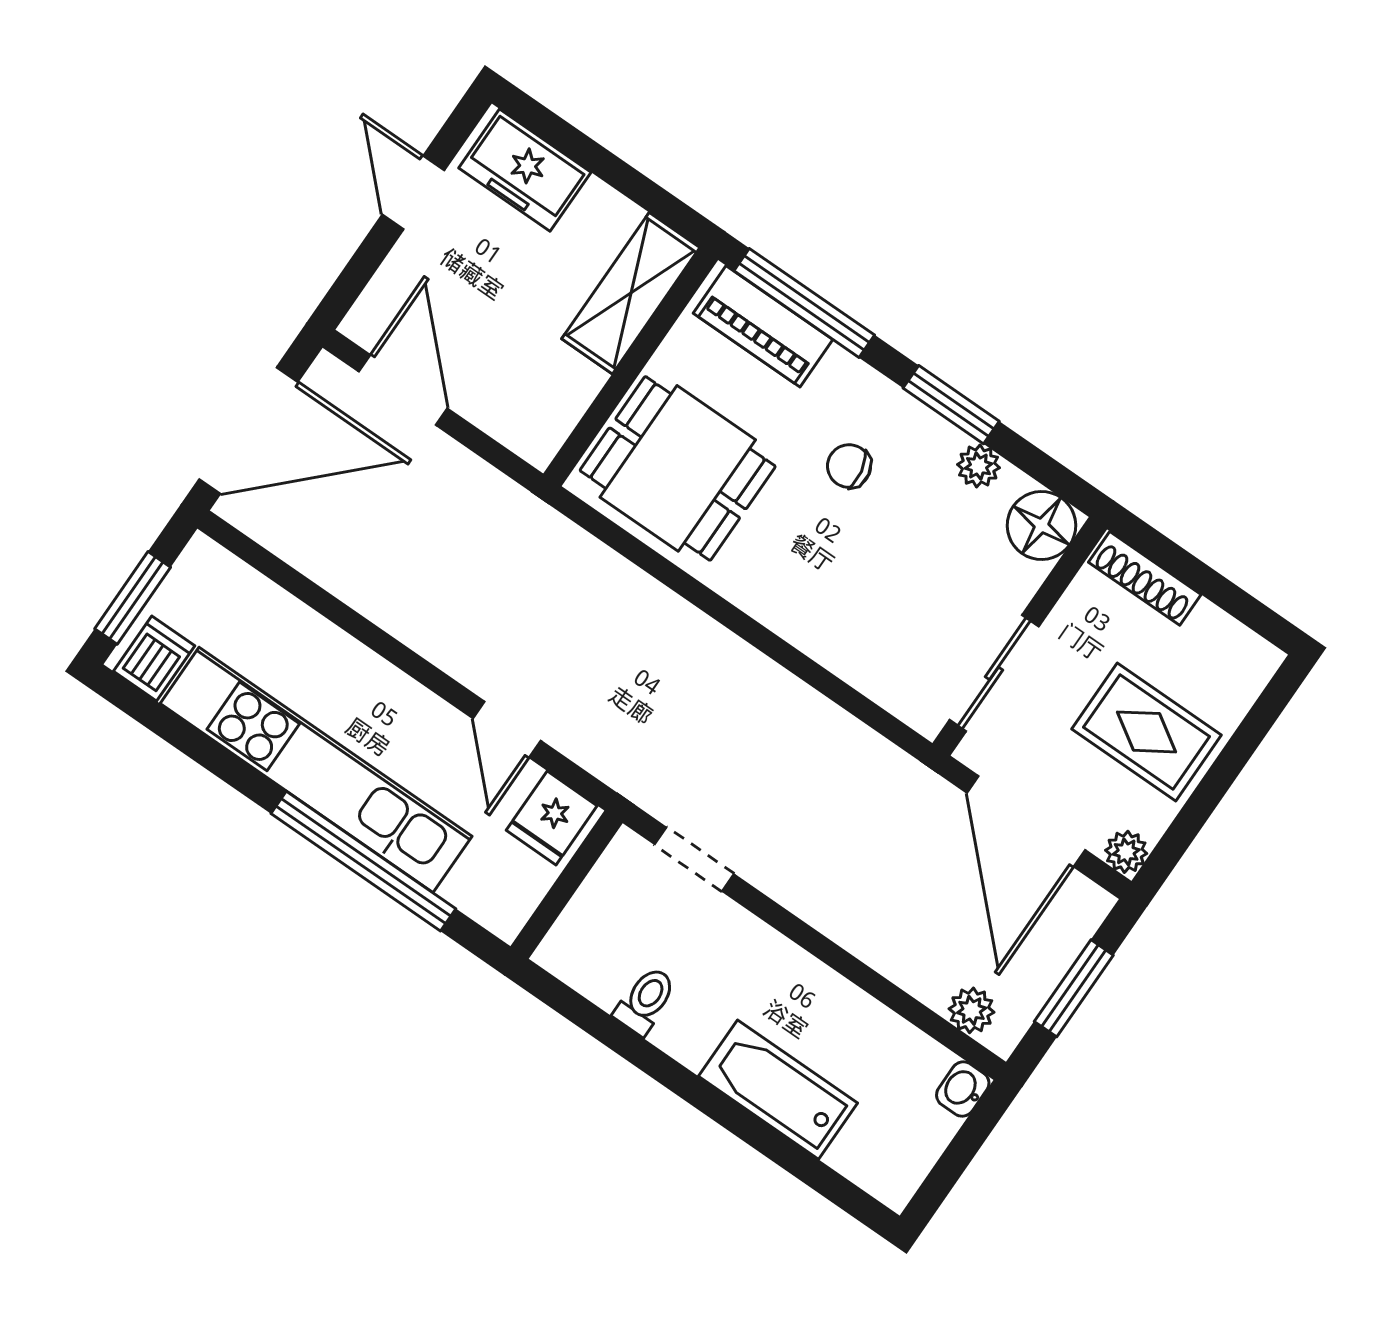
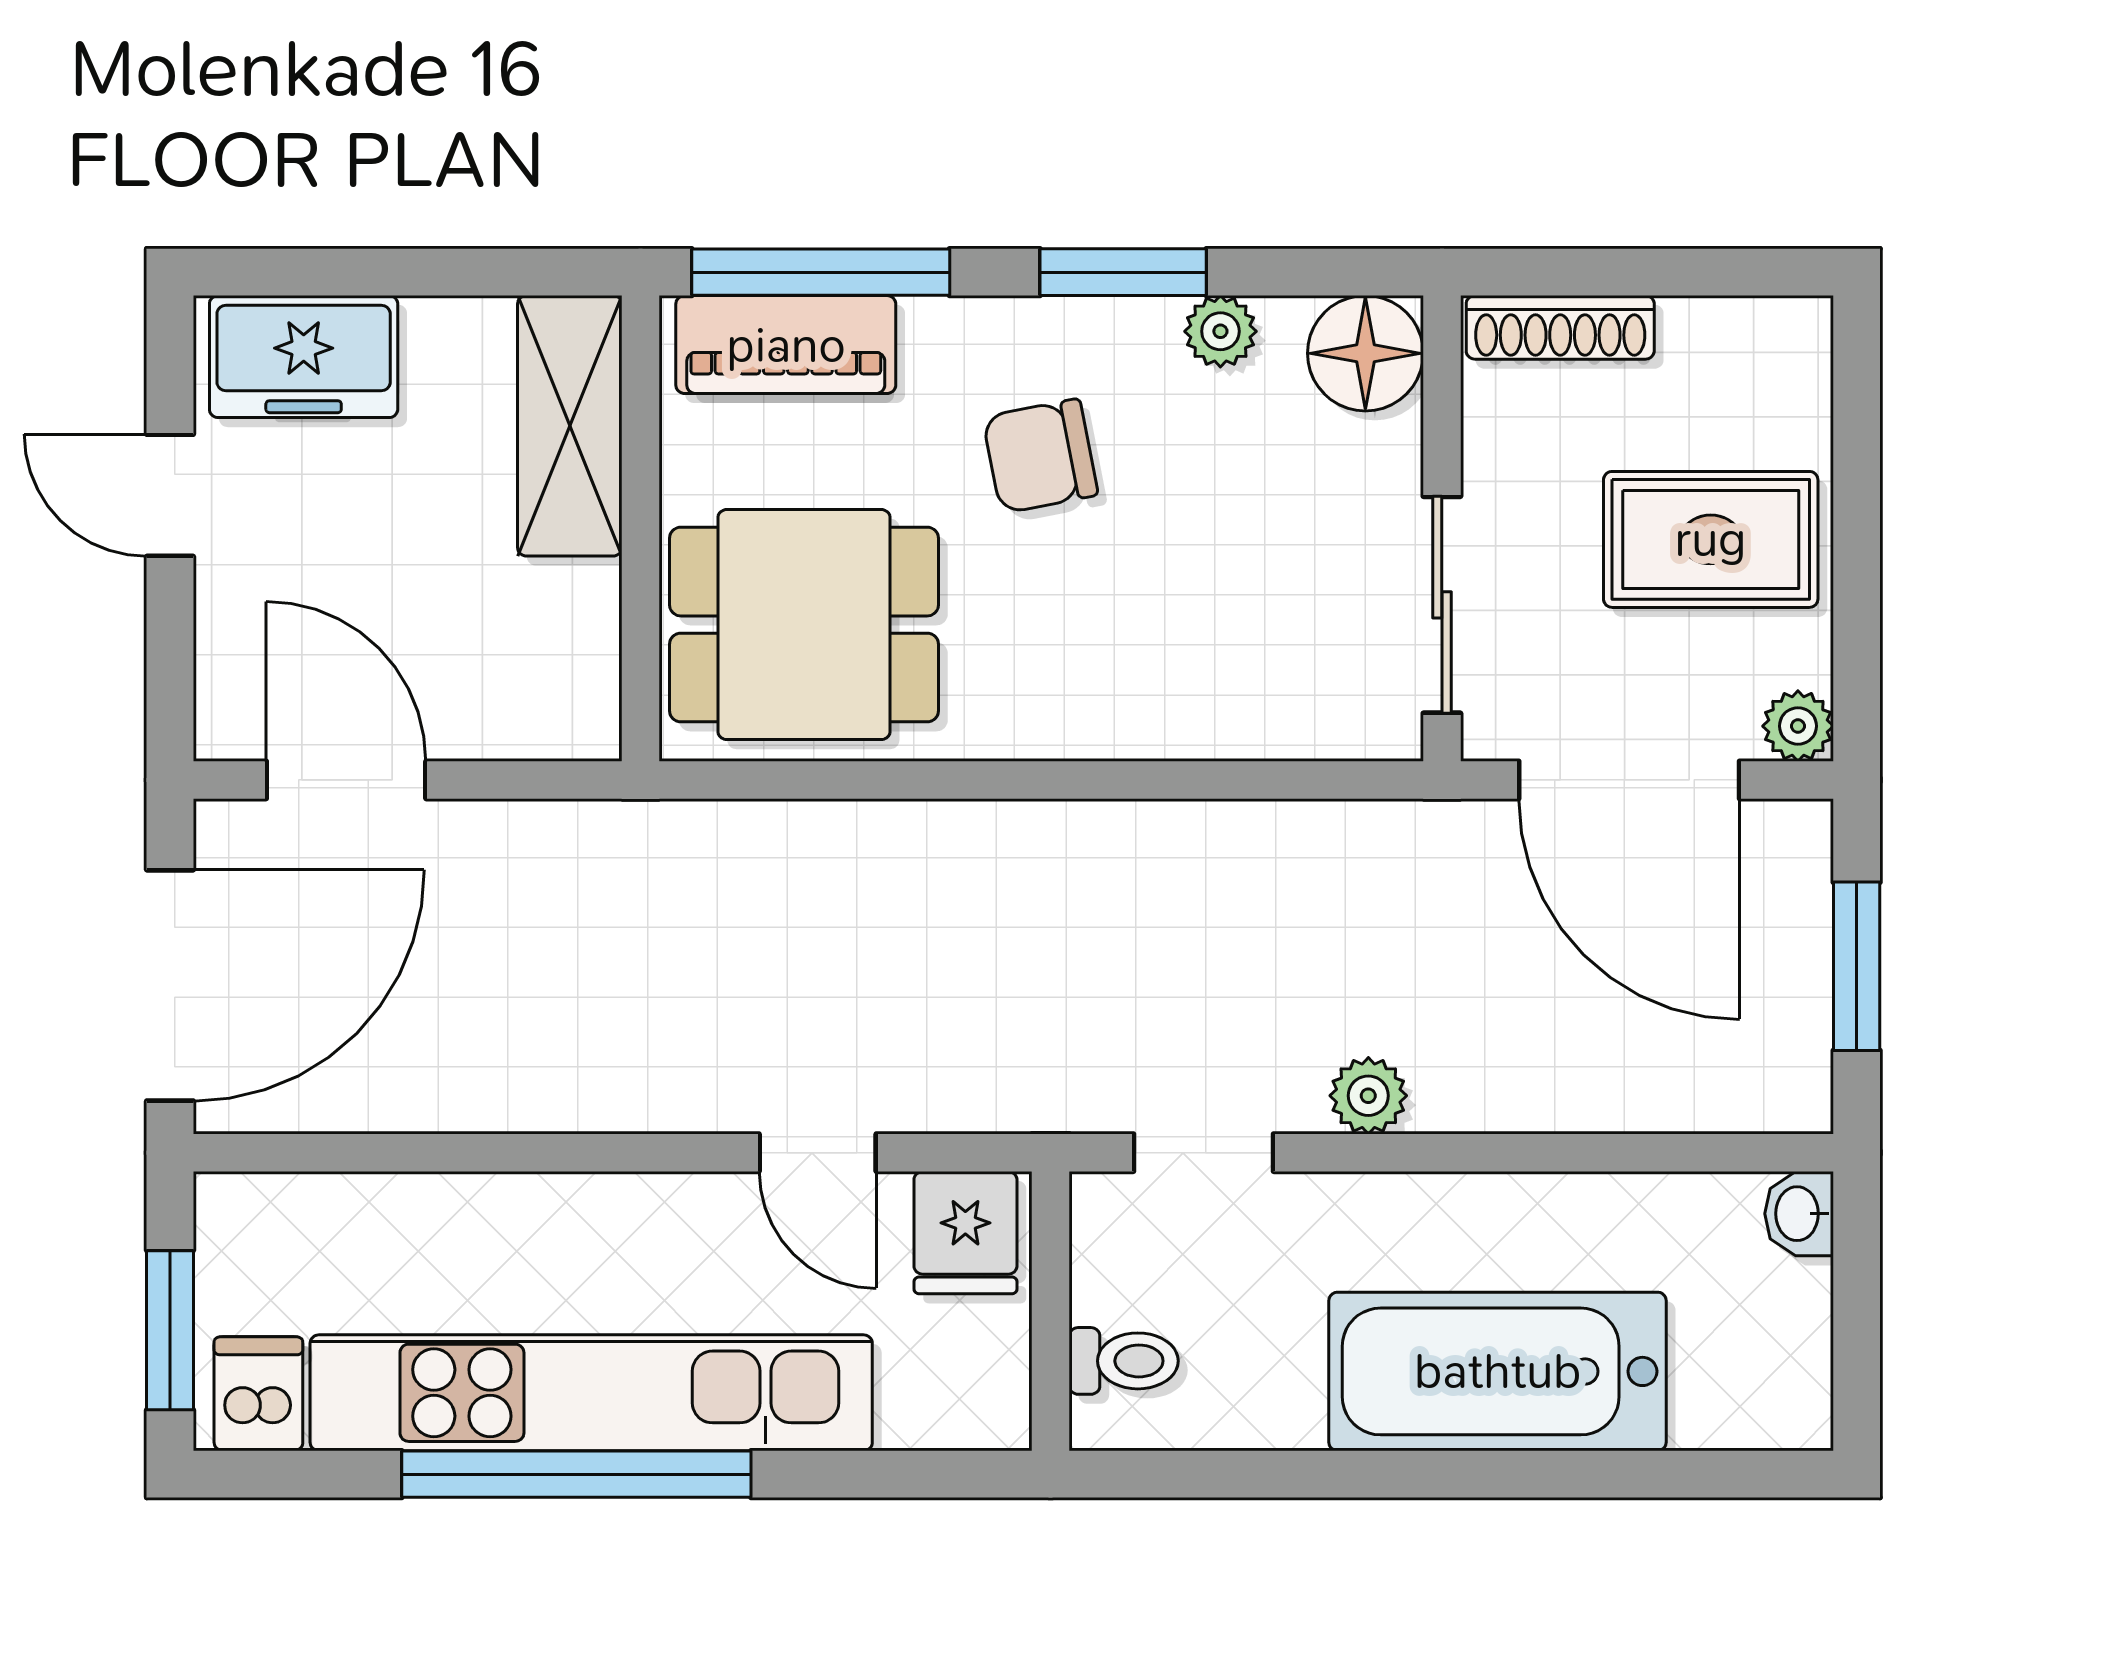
chair: (849, 466) -> (1040, 456), width x1.37, depth x1.37
window: (363, 861) -> (576, 1474), moved
toilet: (645, 1001) -> (1124, 1361), moved, turned 90
plant: (972, 1010) -> (1368, 1096), moved
bathtub: (778, 1090) -> (1498, 1371), width x1.36, depth x1.36

